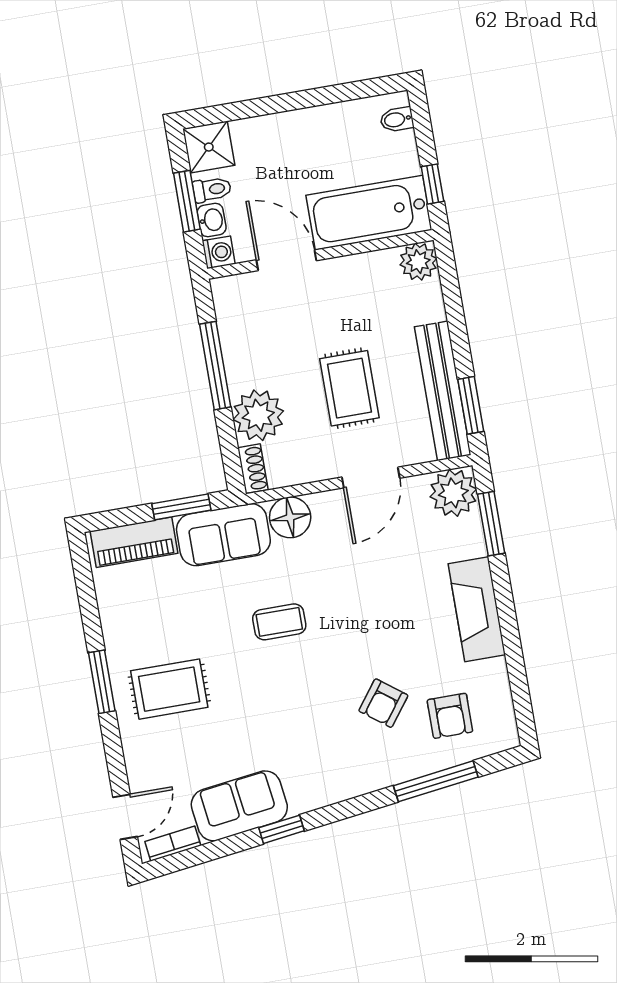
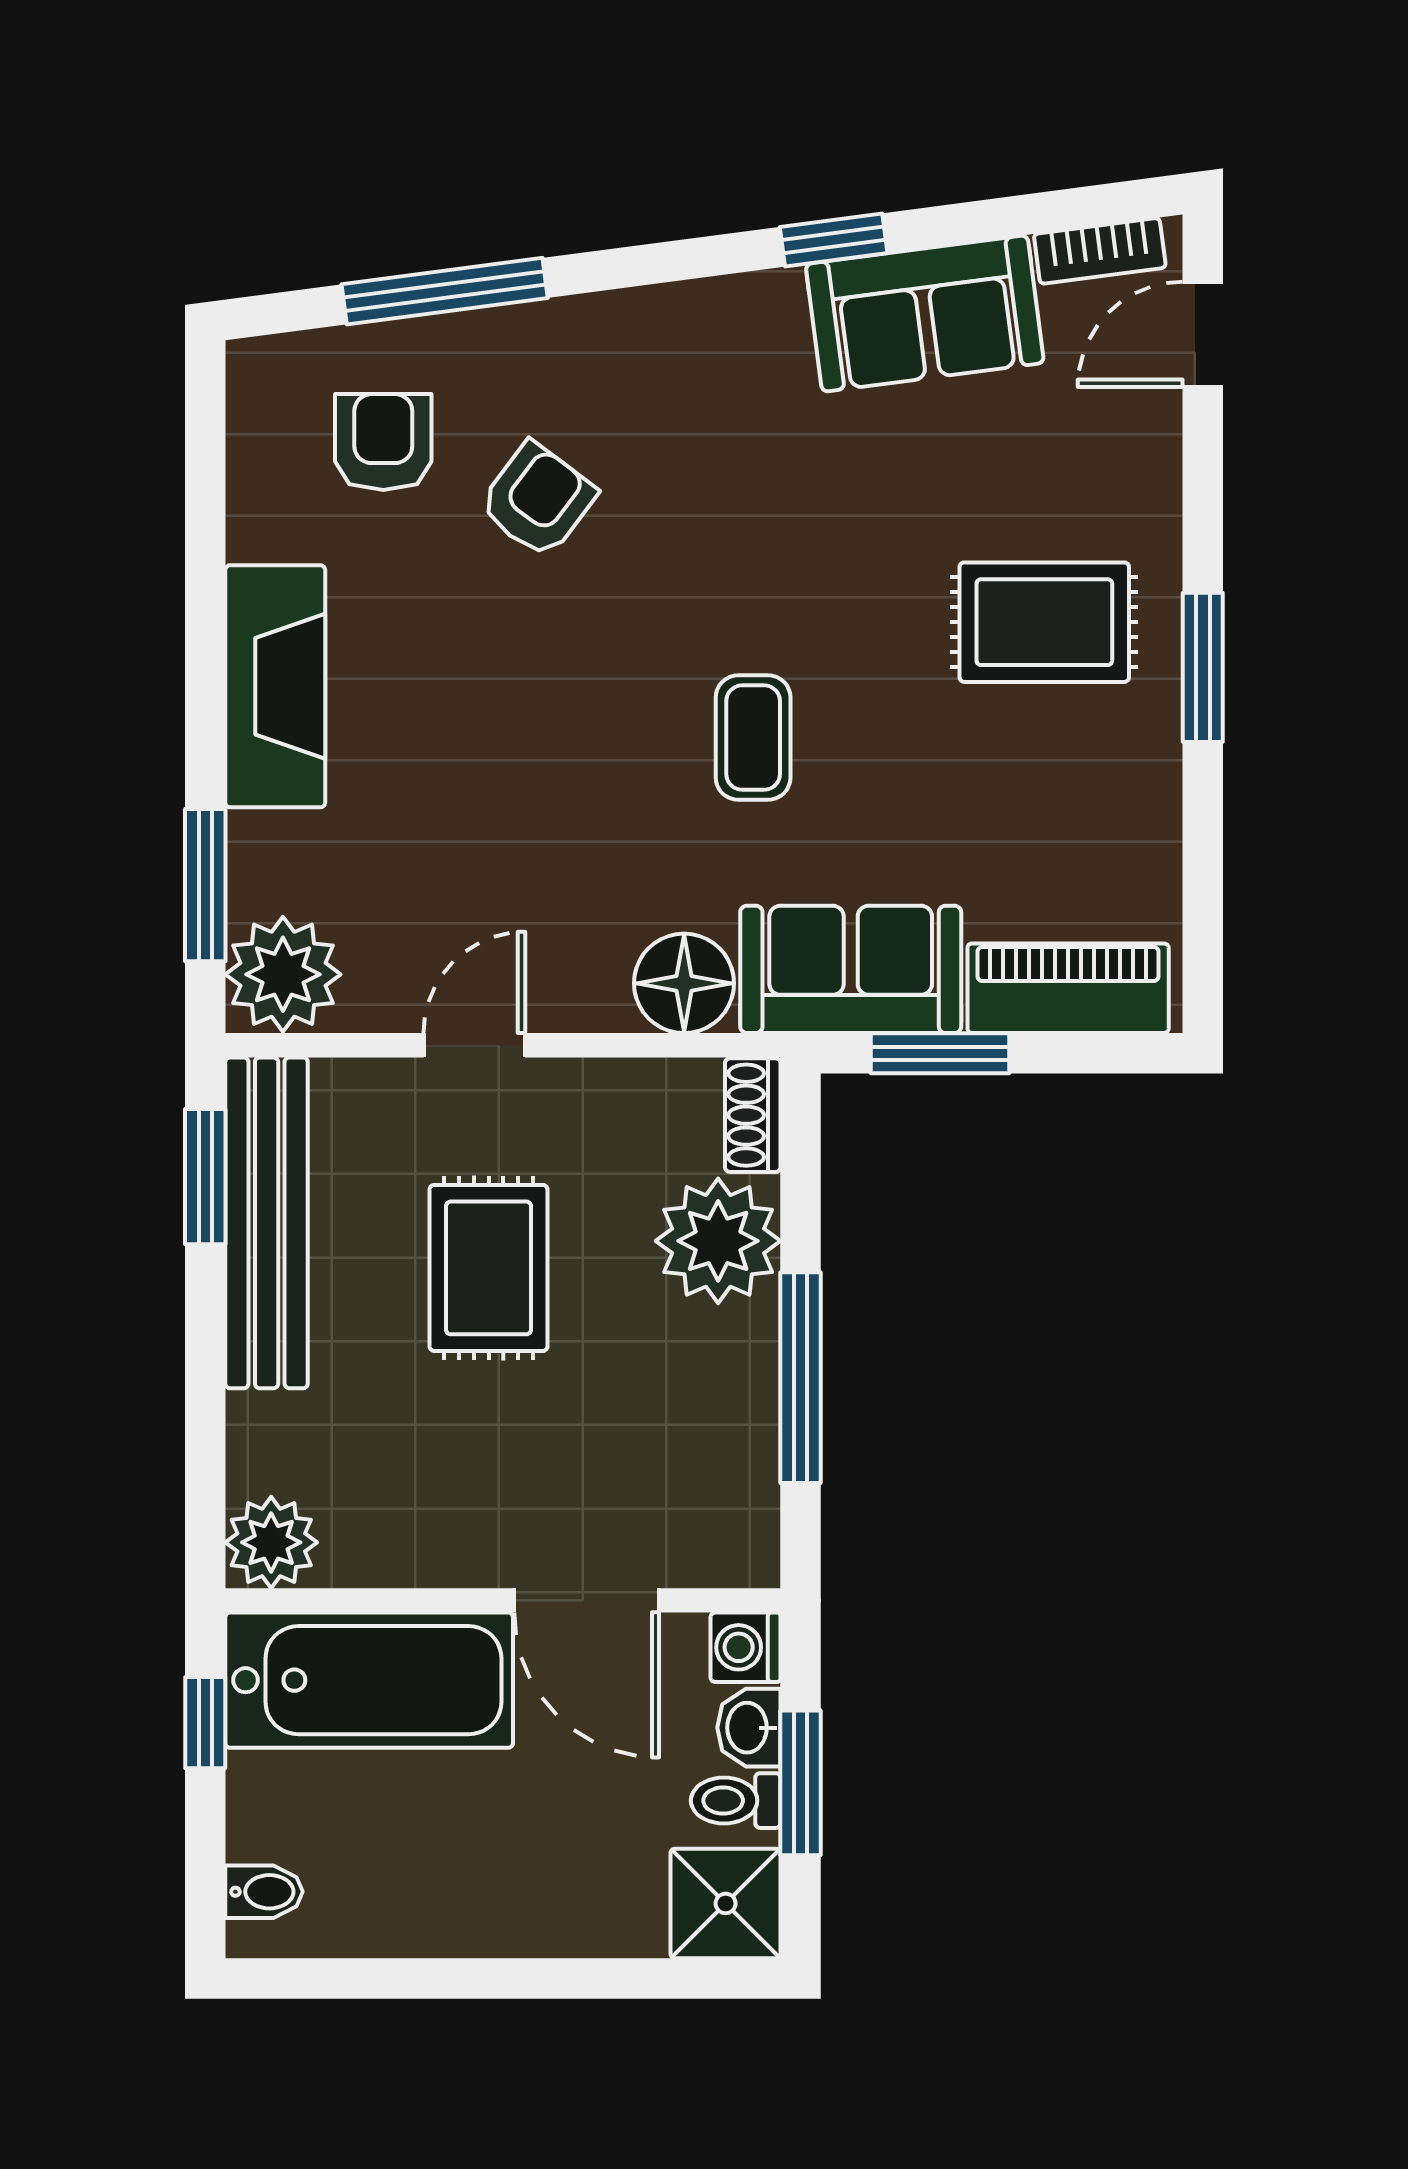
door: (371, 478) -> (474, 1045), width x0.73
coffee table: (279, 622) -> (753, 738), turned 90

